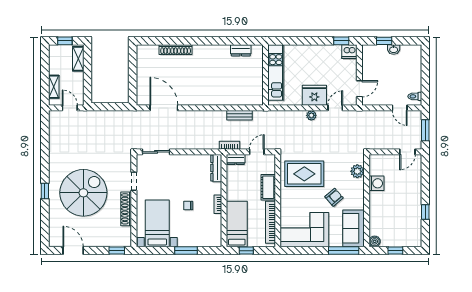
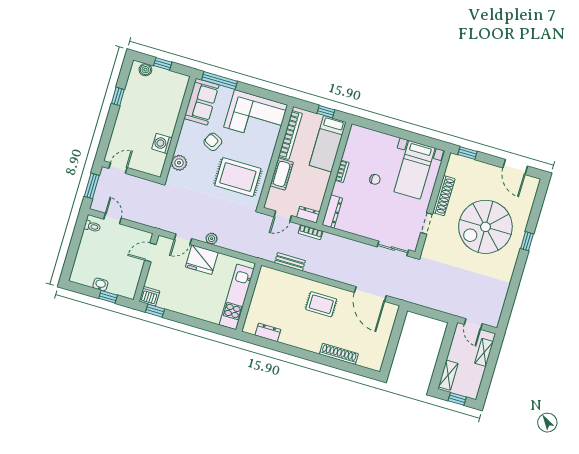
rug: (203, 87) -> (321, 304), added
armchair: (334, 197) -> (213, 142), turned 68
boiler: (375, 241) -> (145, 70), moved
window: (186, 251) -> (392, 131), removed

